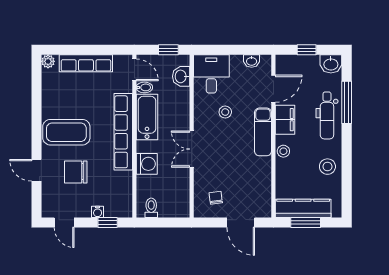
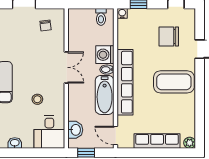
bidet: (144, 87) -> (107, 70), moved
chair: (76, 172) -> (169, 36), moved, turned 180
water cooler: (98, 212) -> (122, 13), moved

